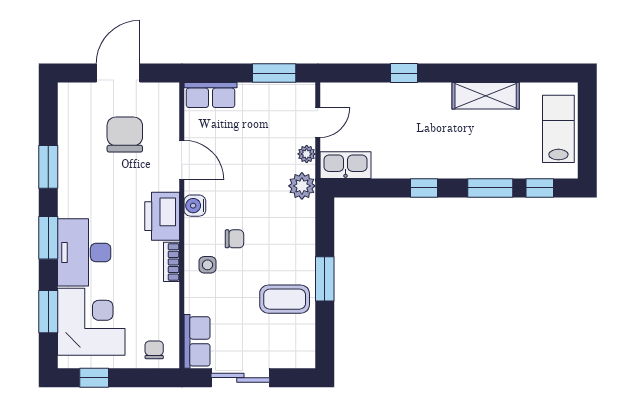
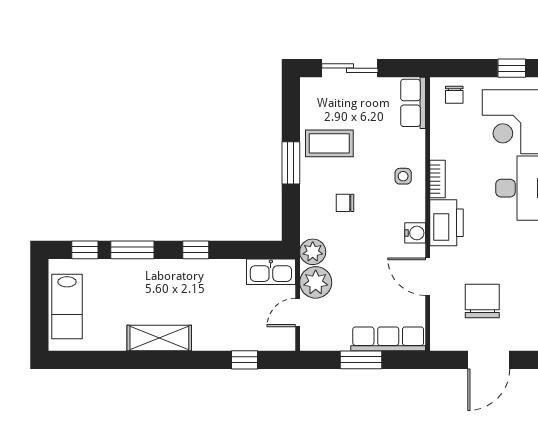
window: (274, 73) -> (361, 360), moved
window: (404, 73) -> (245, 360), moved
row of seats: (210, 95) -> (388, 339), width x1.48
shelving: (486, 96) -> (159, 338), moved
chair: (125, 135) -> (482, 301), turned 180
plant: (307, 154) -> (316, 282), width x1.88, depth x1.88
chair: (234, 239) -> (345, 203), moved
sliding door: (240, 378) -> (350, 68), moved

